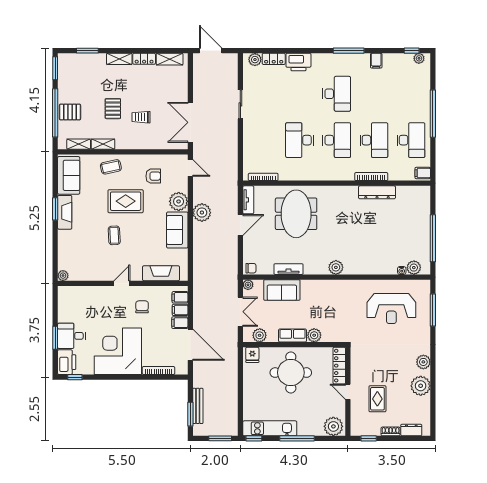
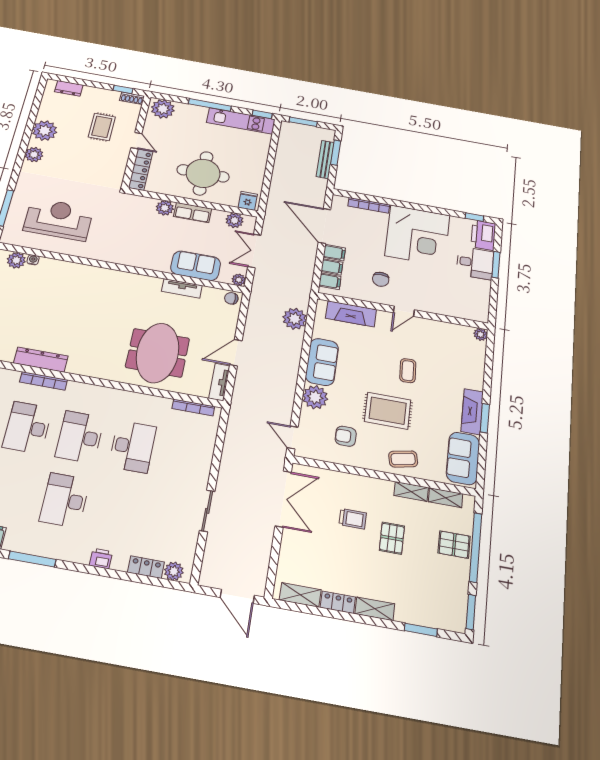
printer: (298, 62) -> (101, 559), width x0.53, depth x0.68
plant: (202, 213) -> (295, 319), moved
plant: (336, 267) -> (119, 279), removed
shoe rack: (391, 431) -> (132, 98), moved

